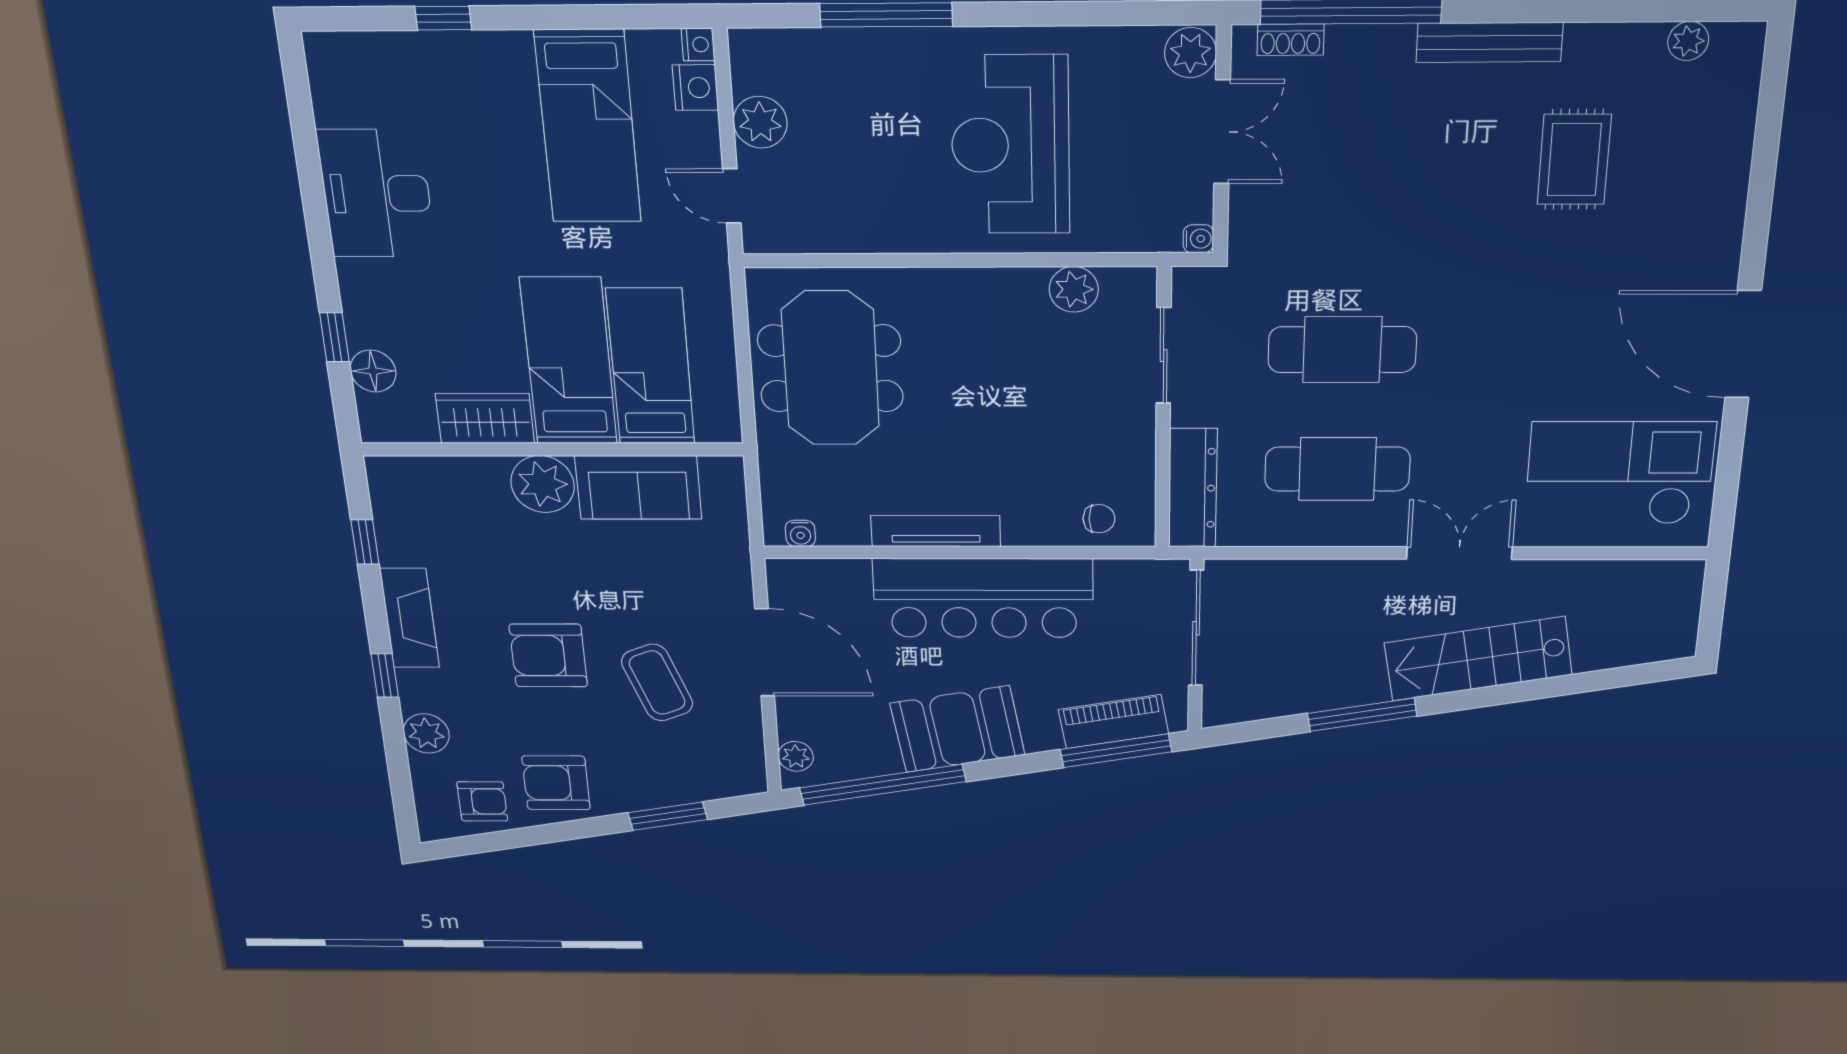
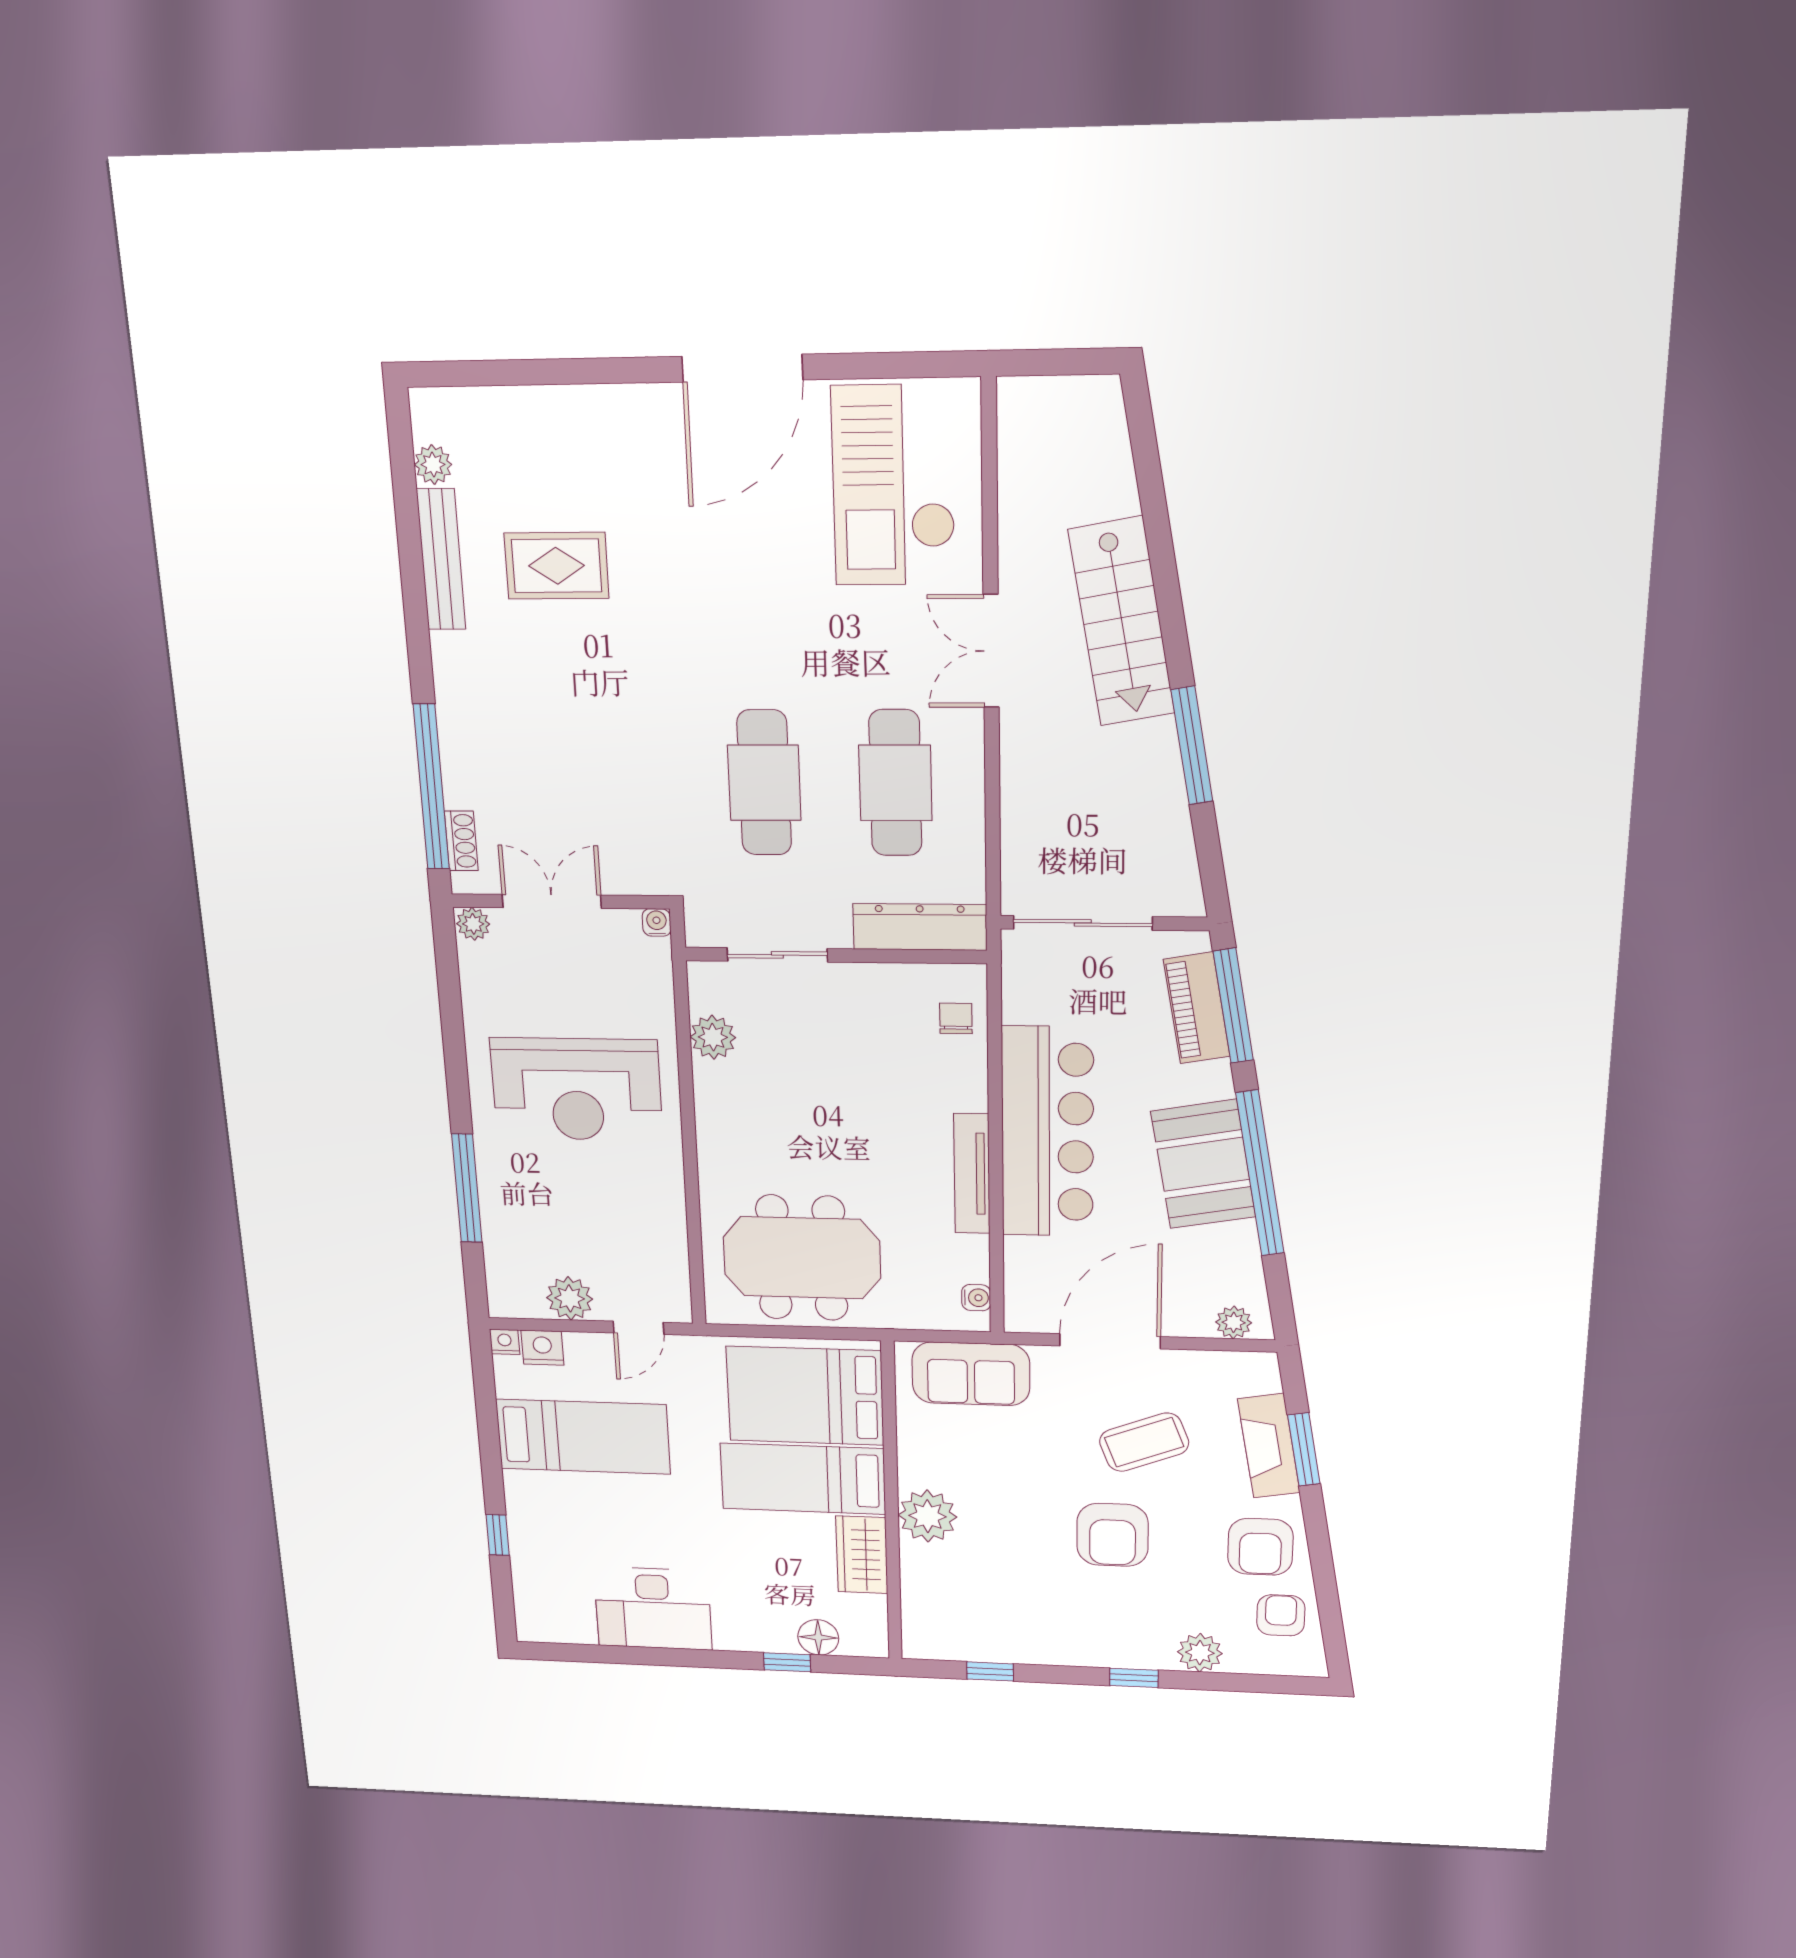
bench: (1489, 42) -> (441, 560), moved
plant: (1190, 53) -> (473, 924), width x0.73, depth x0.73
bed: (651, 367) -> (805, 1396), width x1.50
sofa: (638, 487) -> (971, 1374), moved, turned 90
fireplace: (410, 618) -> (1269, 1446), moved, turned -100
window: (883, 785) -> (1260, 1173), moved

